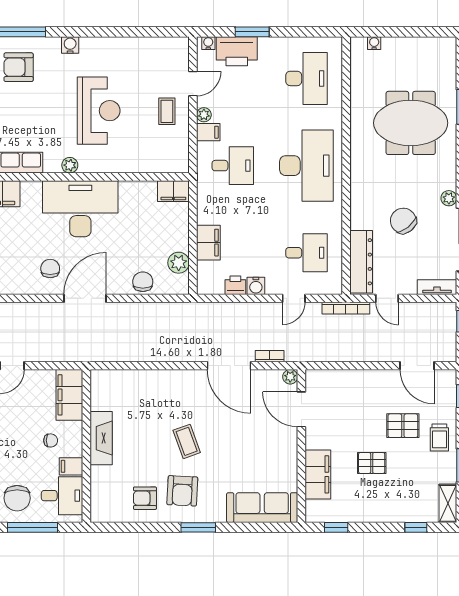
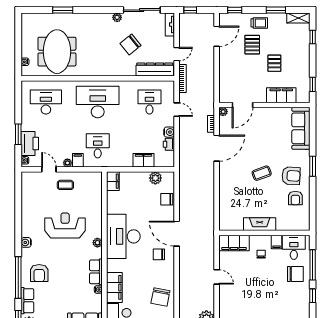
meeting table: (411, 123) -> (57, 52), moved

